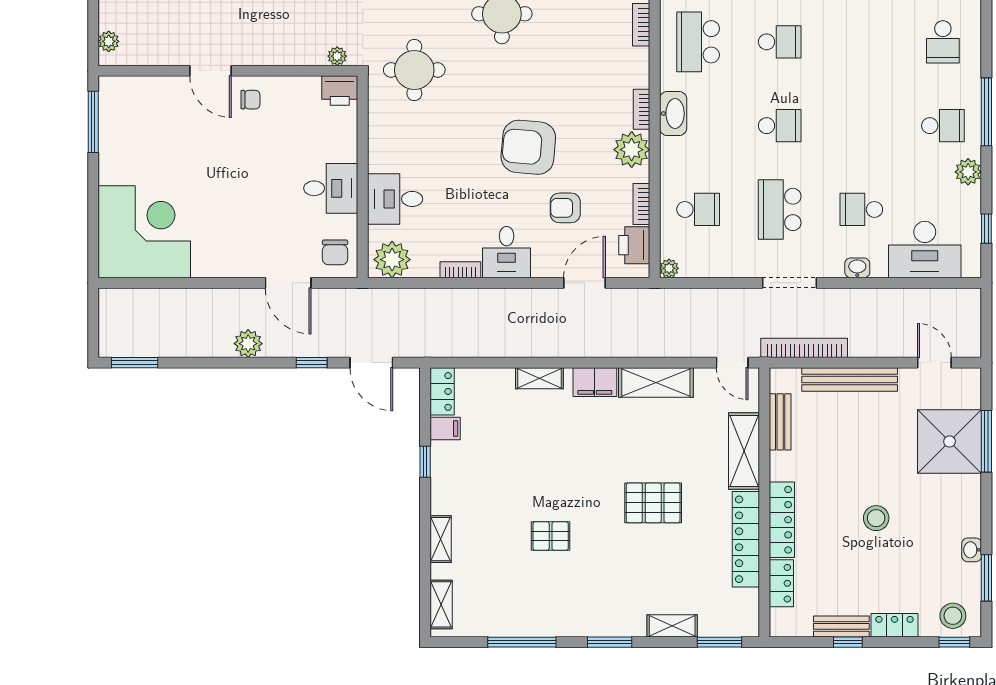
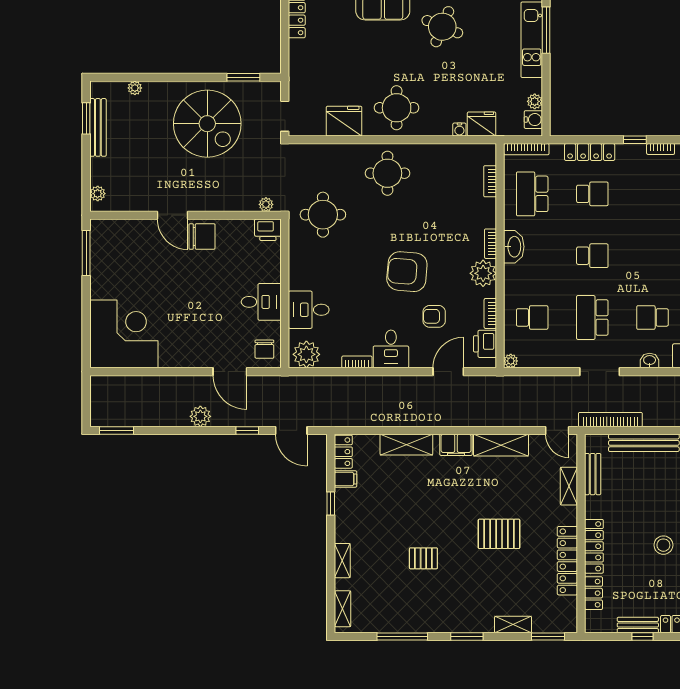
chair: (250, 100) -> (202, 236), width x1.87, depth x1.87
shelving: (539, 378) -> (406, 445), width x1.50, depth x1.33
shelving: (744, 451) -> (569, 486), width x0.67, depth x0.75

